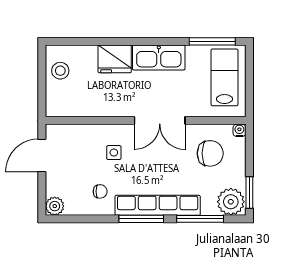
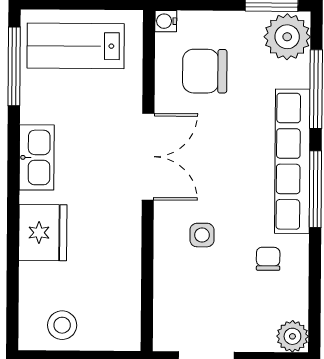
kitchen sink: (159, 57) -> (37, 157), width x0.73, depth x0.81
chair: (210, 153) -> (205, 71), turned -90

